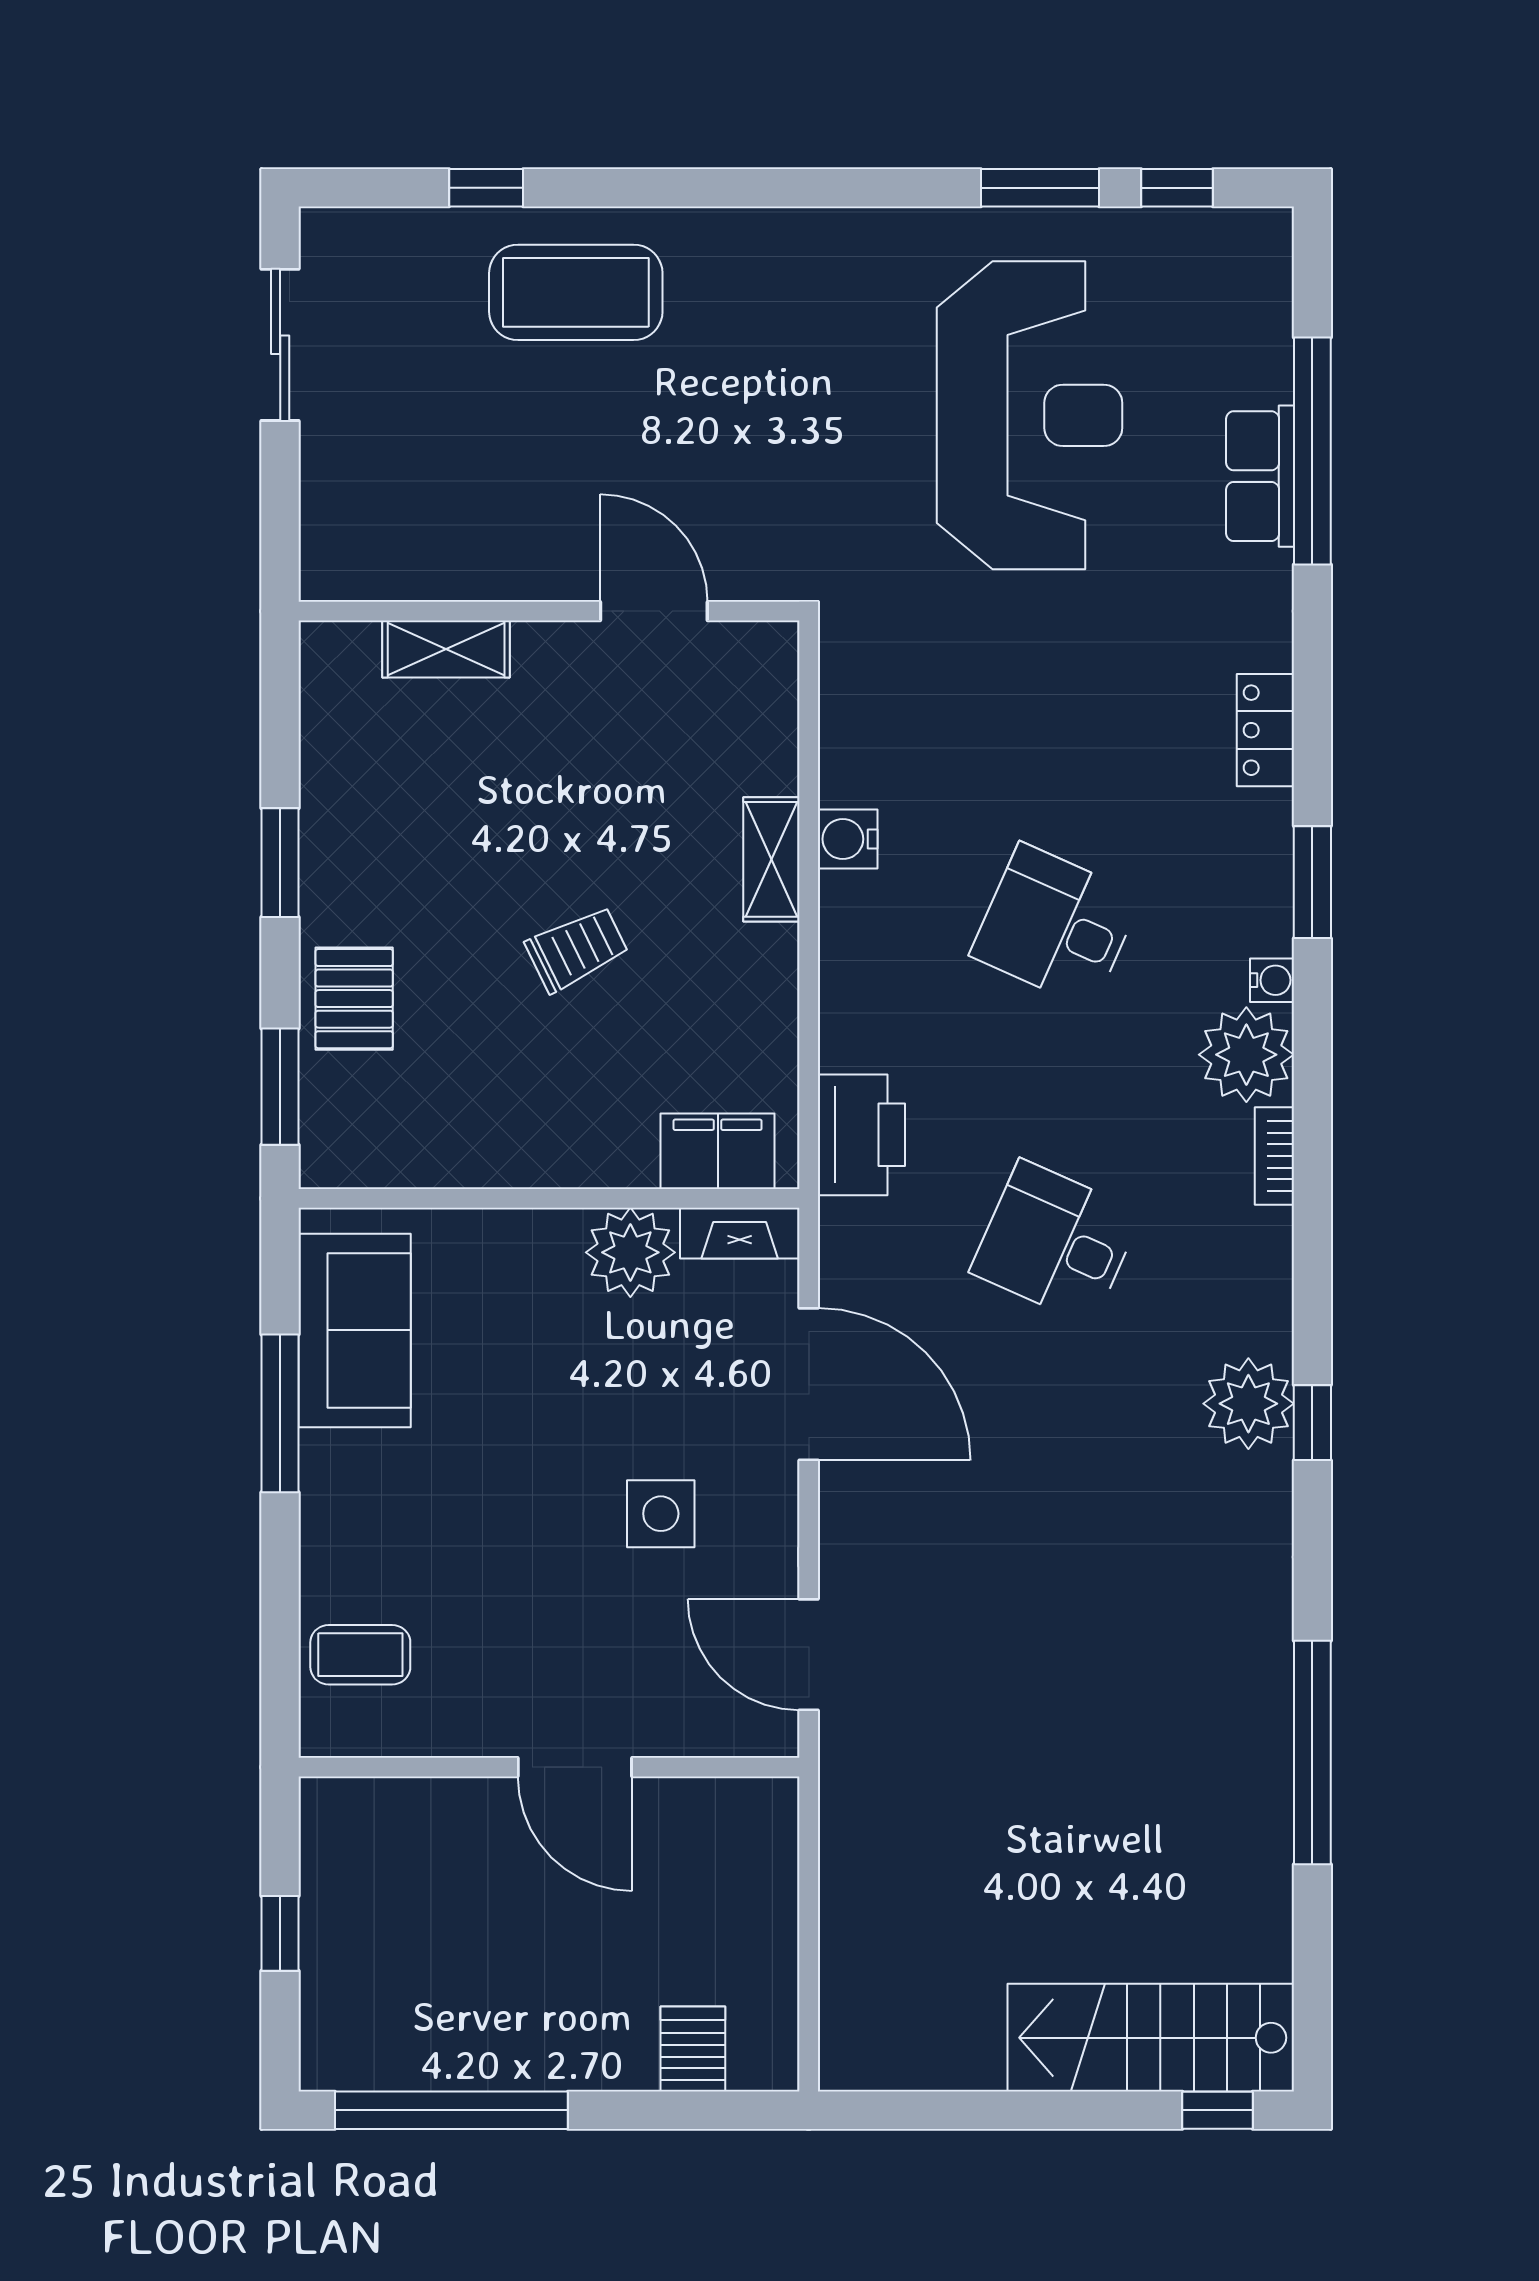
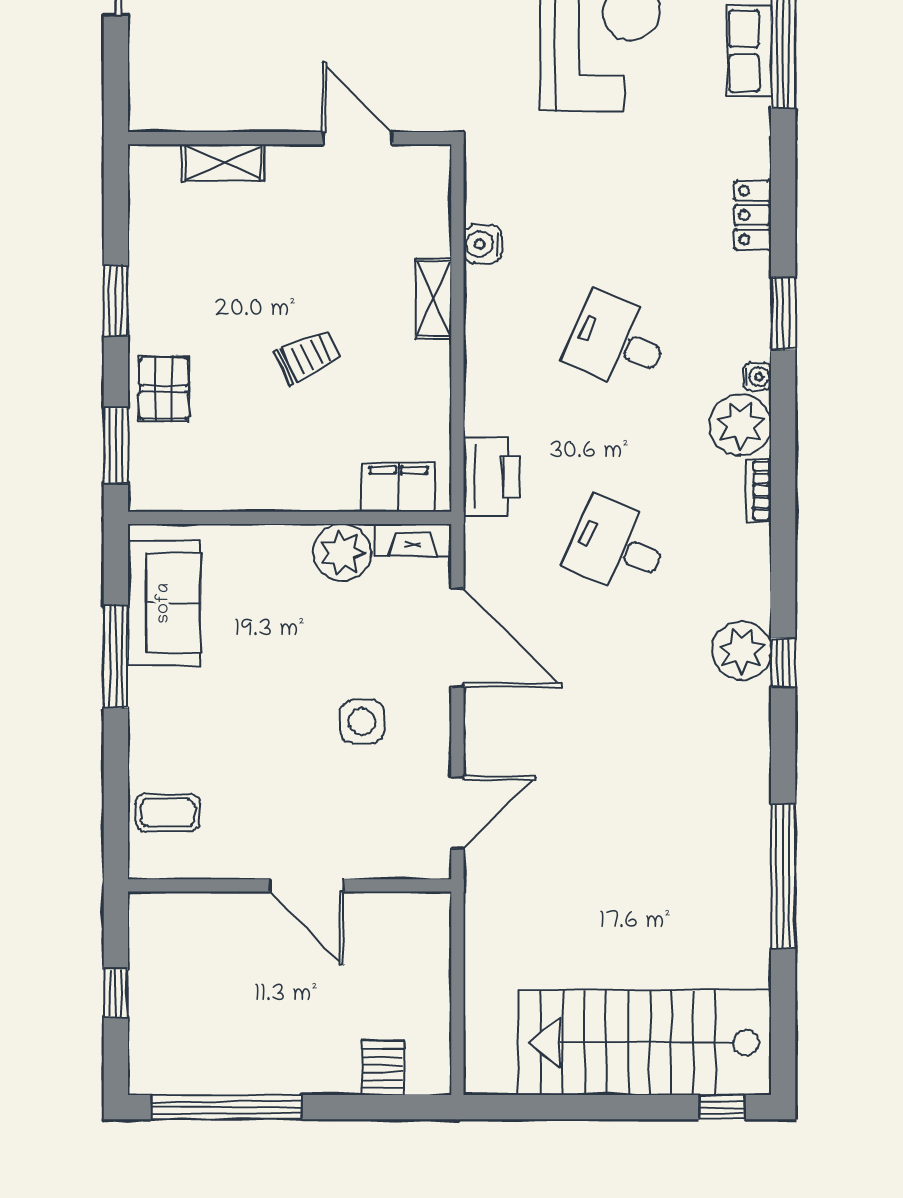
water cooler: (848, 839) -> (483, 244), moved
door: (809, 1655) -> (457, 813), swing flipped
stairs: (1151, 2038) -> (645, 1043), width x1.36, depth x1.51

